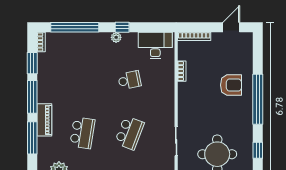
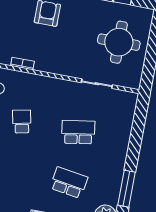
school desk: (129, 133) -> (78, 132), turned -30

